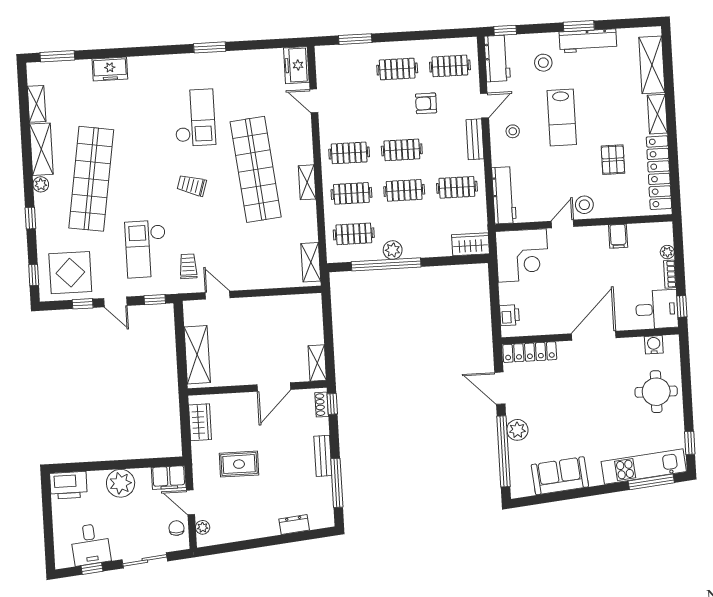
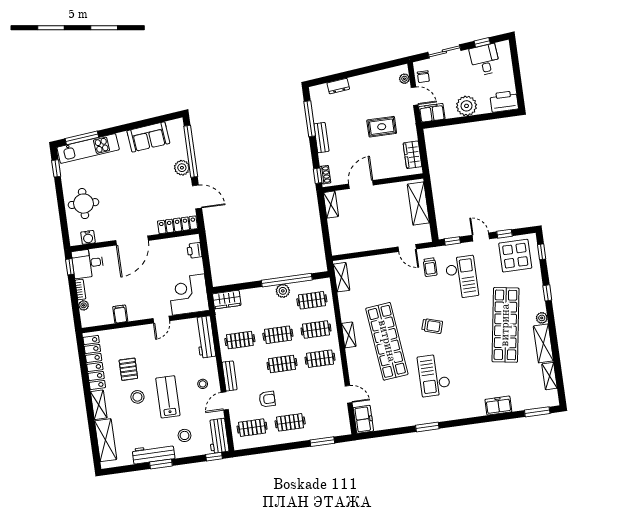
stool: (584, 205) -> (137, 397), moved

